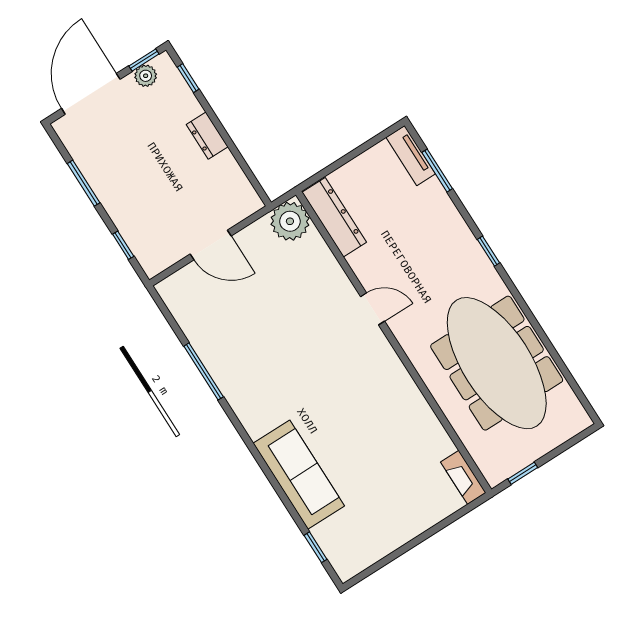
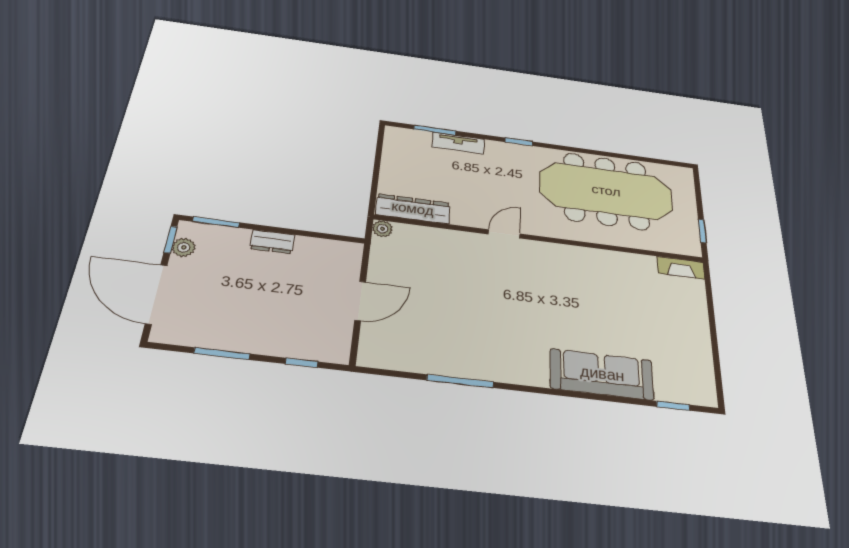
window: (188, 78) -> (216, 222), width x1.50
tv unit: (411, 155) -> (458, 143), moved
plant: (290, 221) -> (382, 229), width x0.53, depth x0.53

